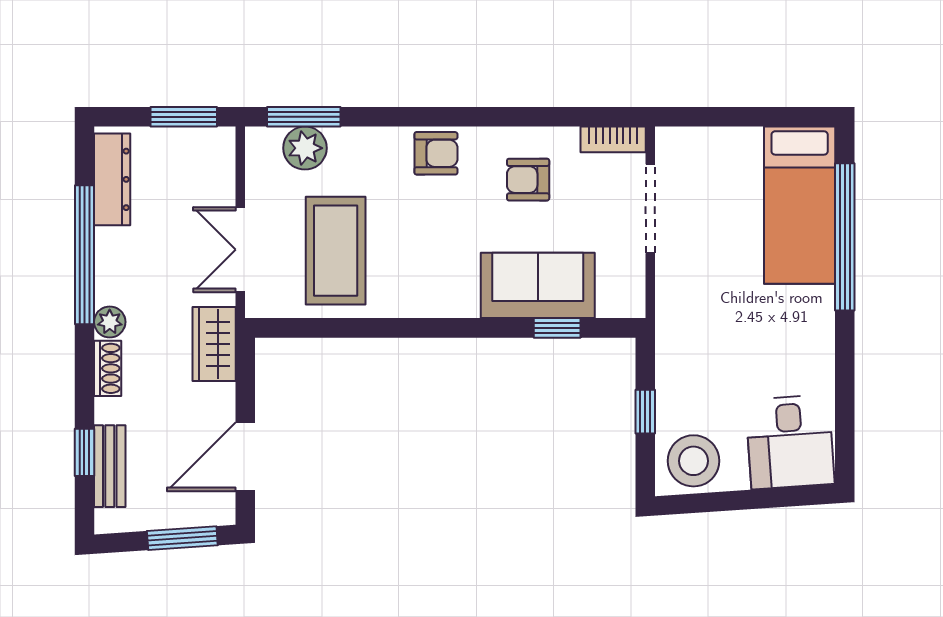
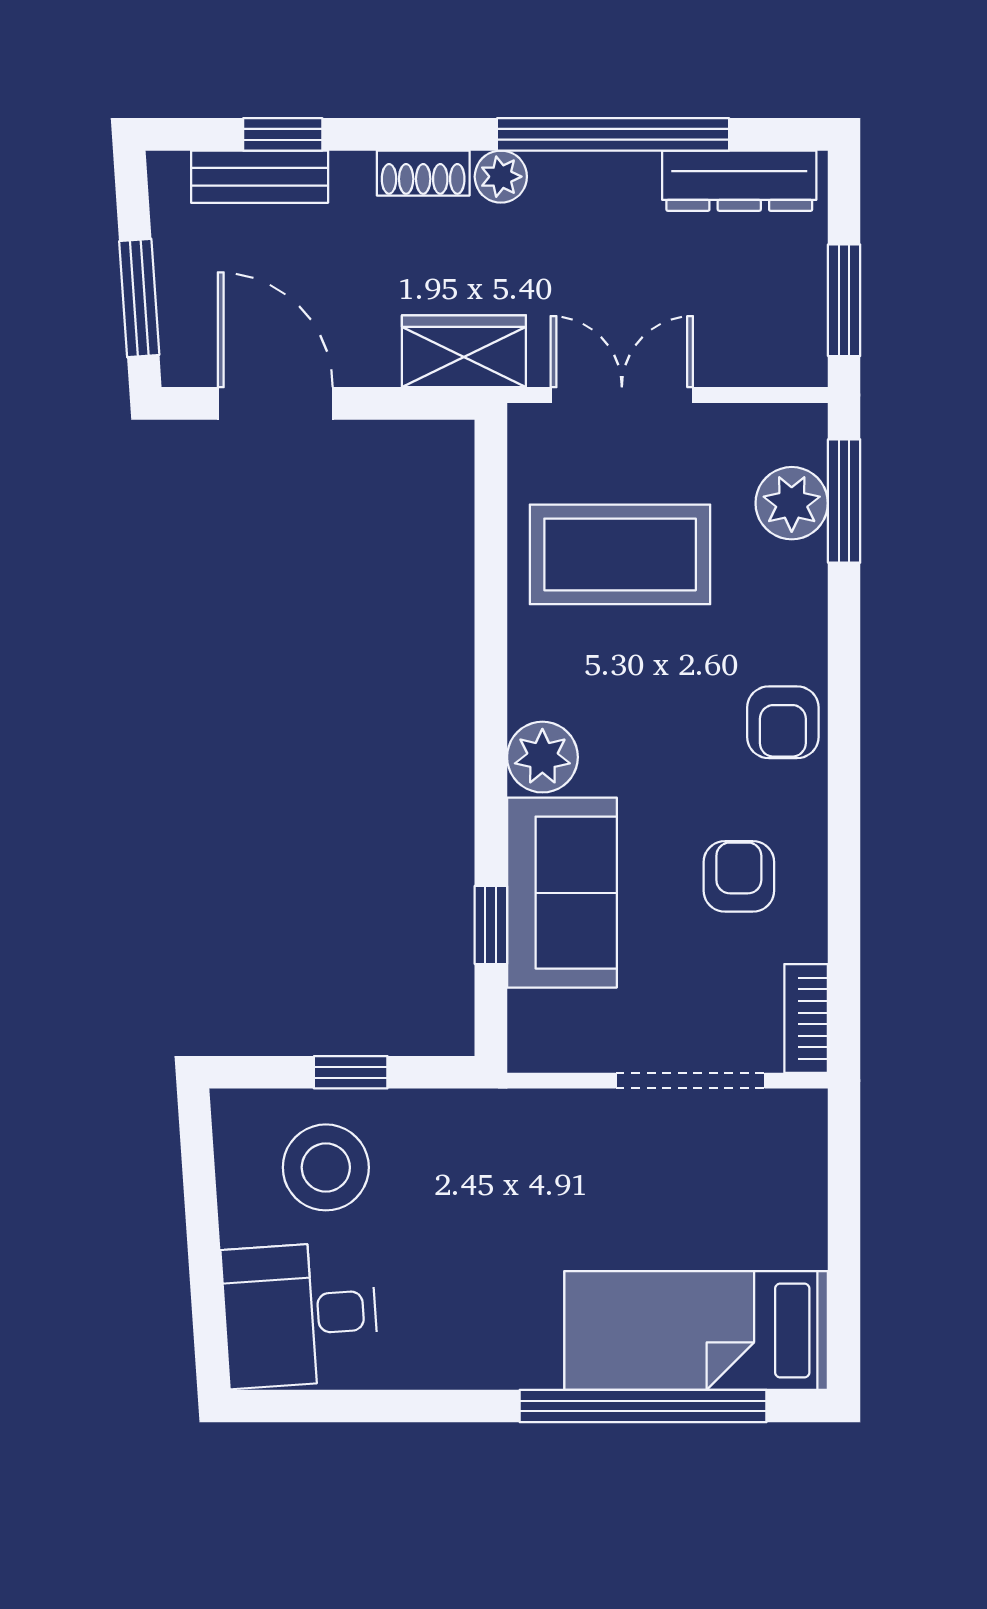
plant: (457, 297) -> (542, 757), added
stool: (693, 461) -> (326, 1167), moved

